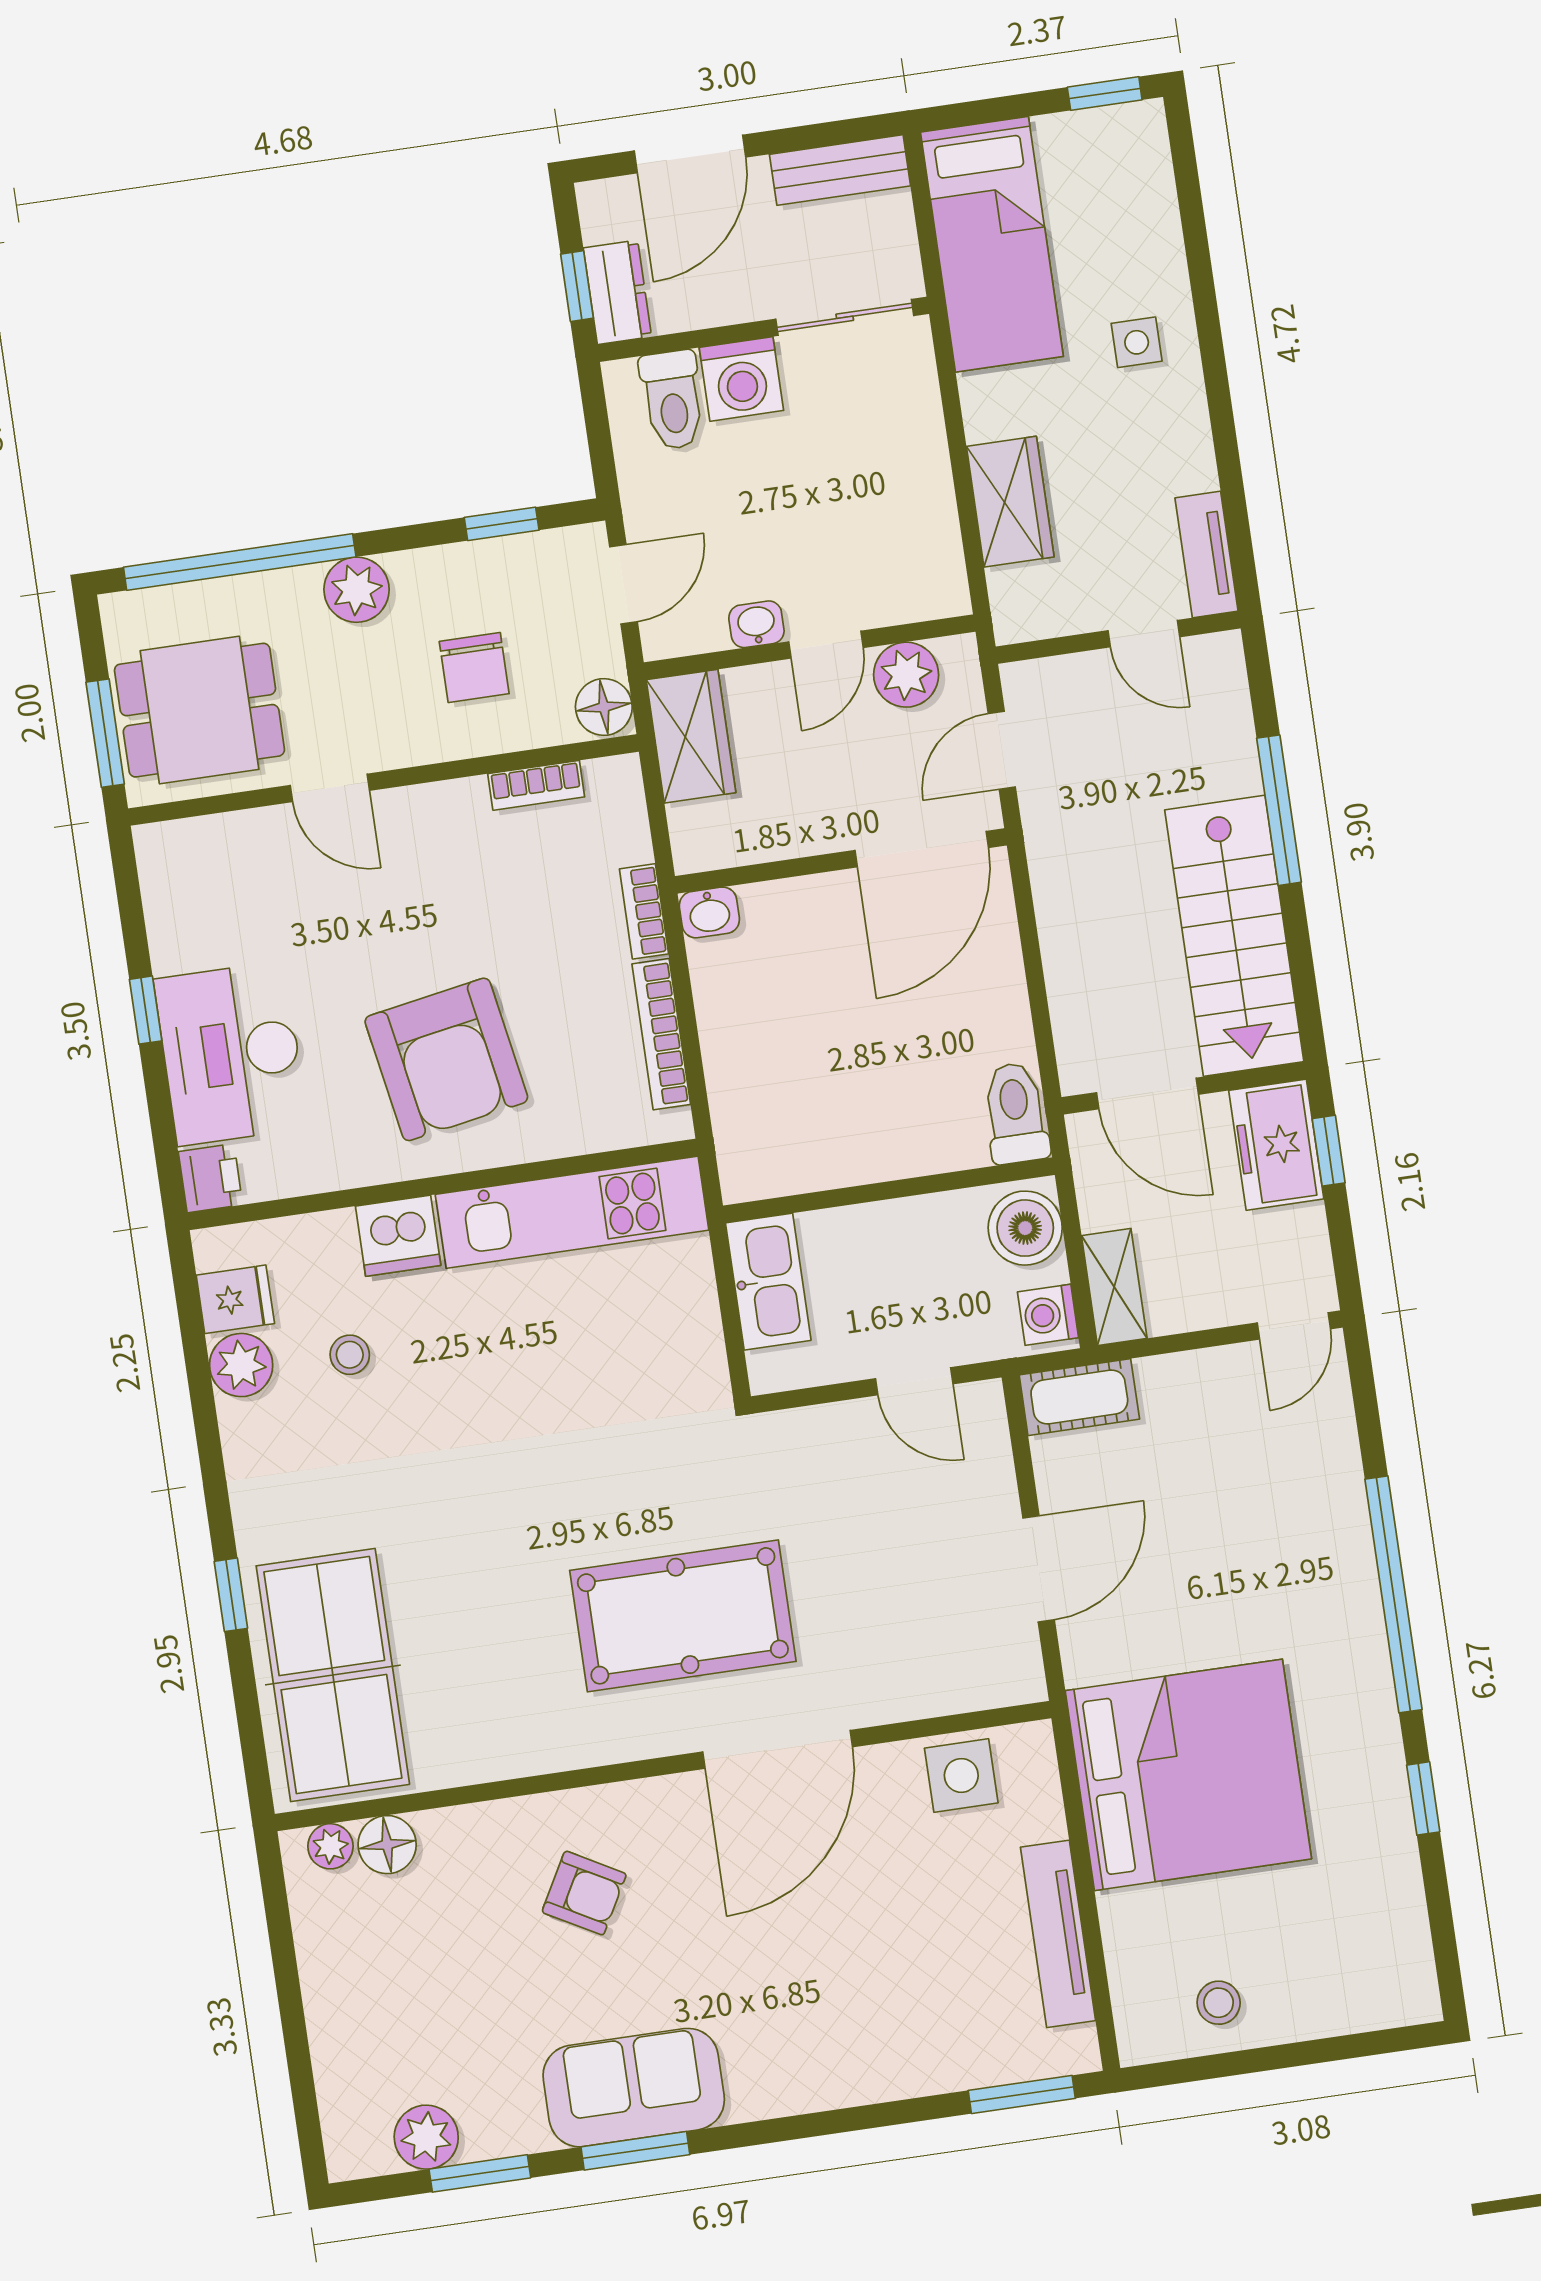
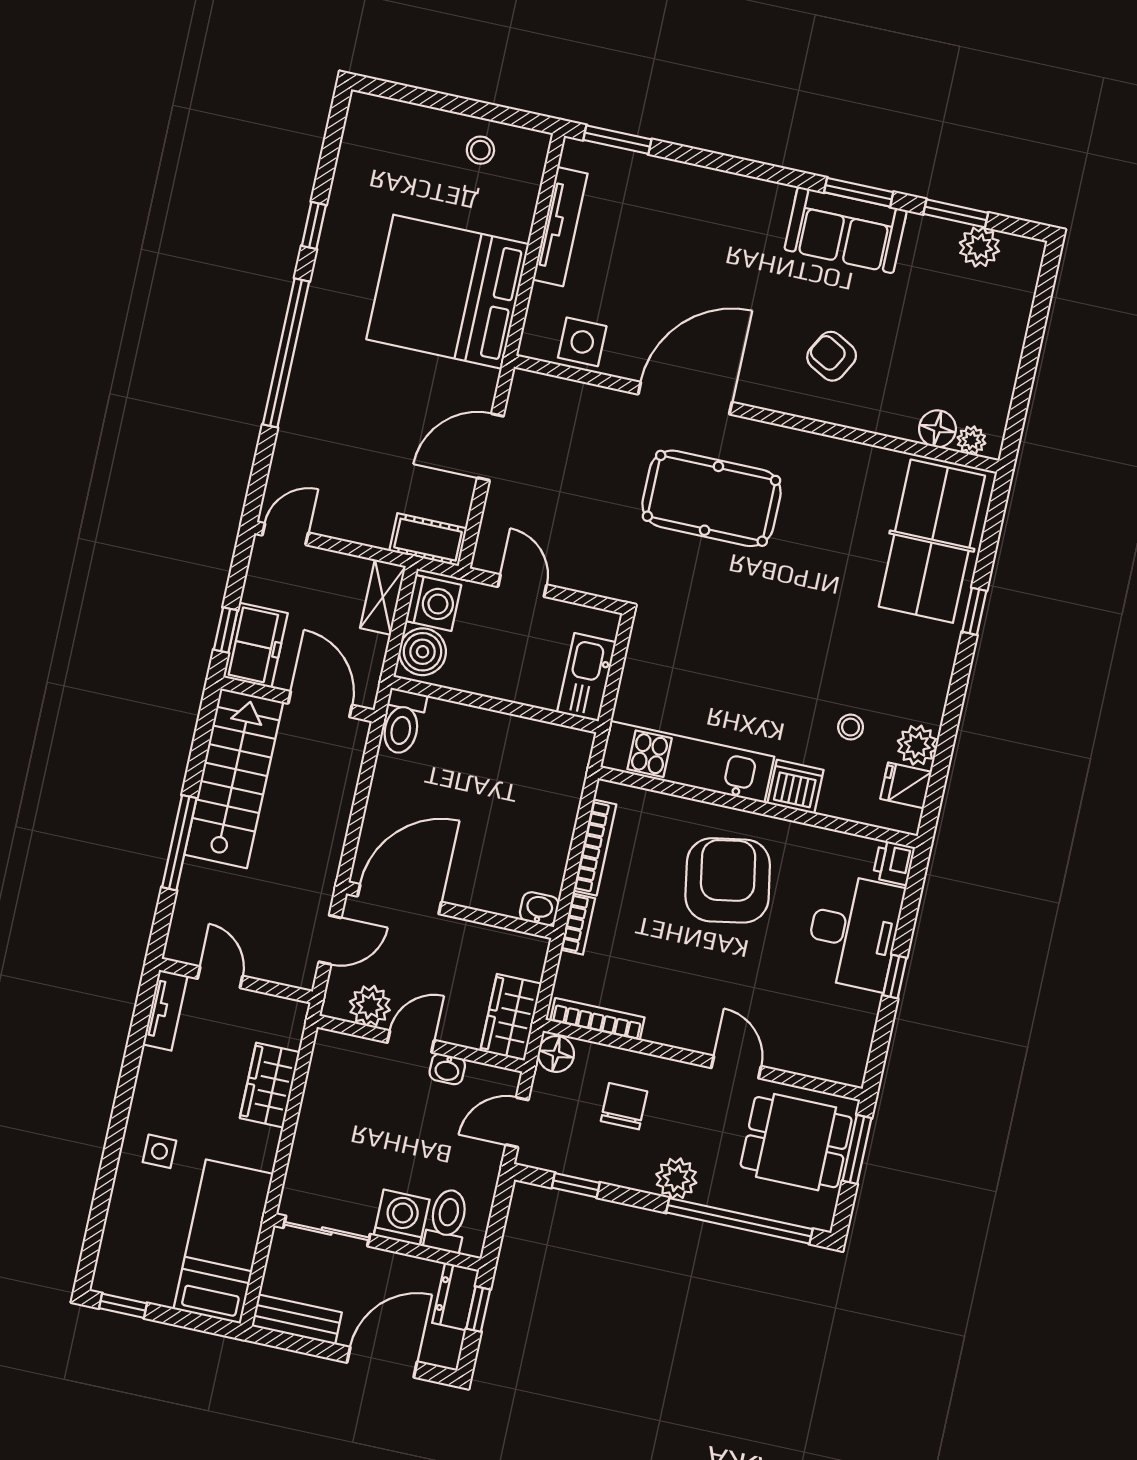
bookcase: (536, 785) -> (597, 1019), width x1.56
washing machine: (1048, 1315) -> (433, 603), width x1.38, depth x1.38

